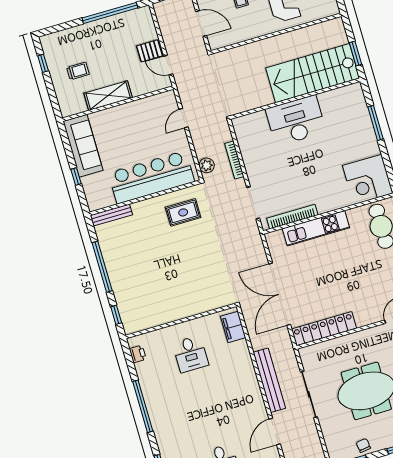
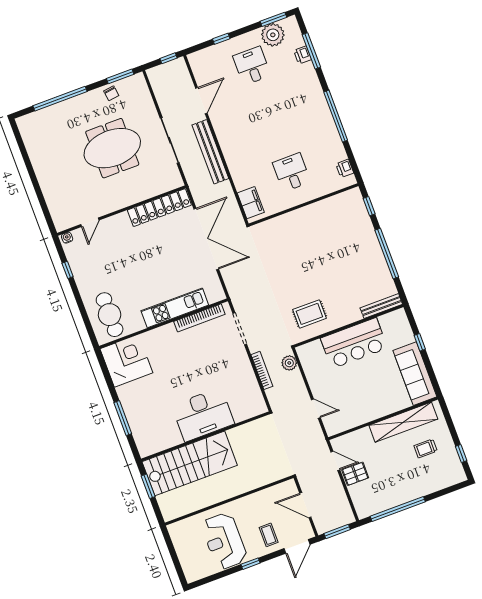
shelving: (108, 96) -> (403, 422), width x1.47
door: (184, 118) -> (316, 409), hinge flipped
bar counter: (151, 177) -> (354, 343), width x0.73

